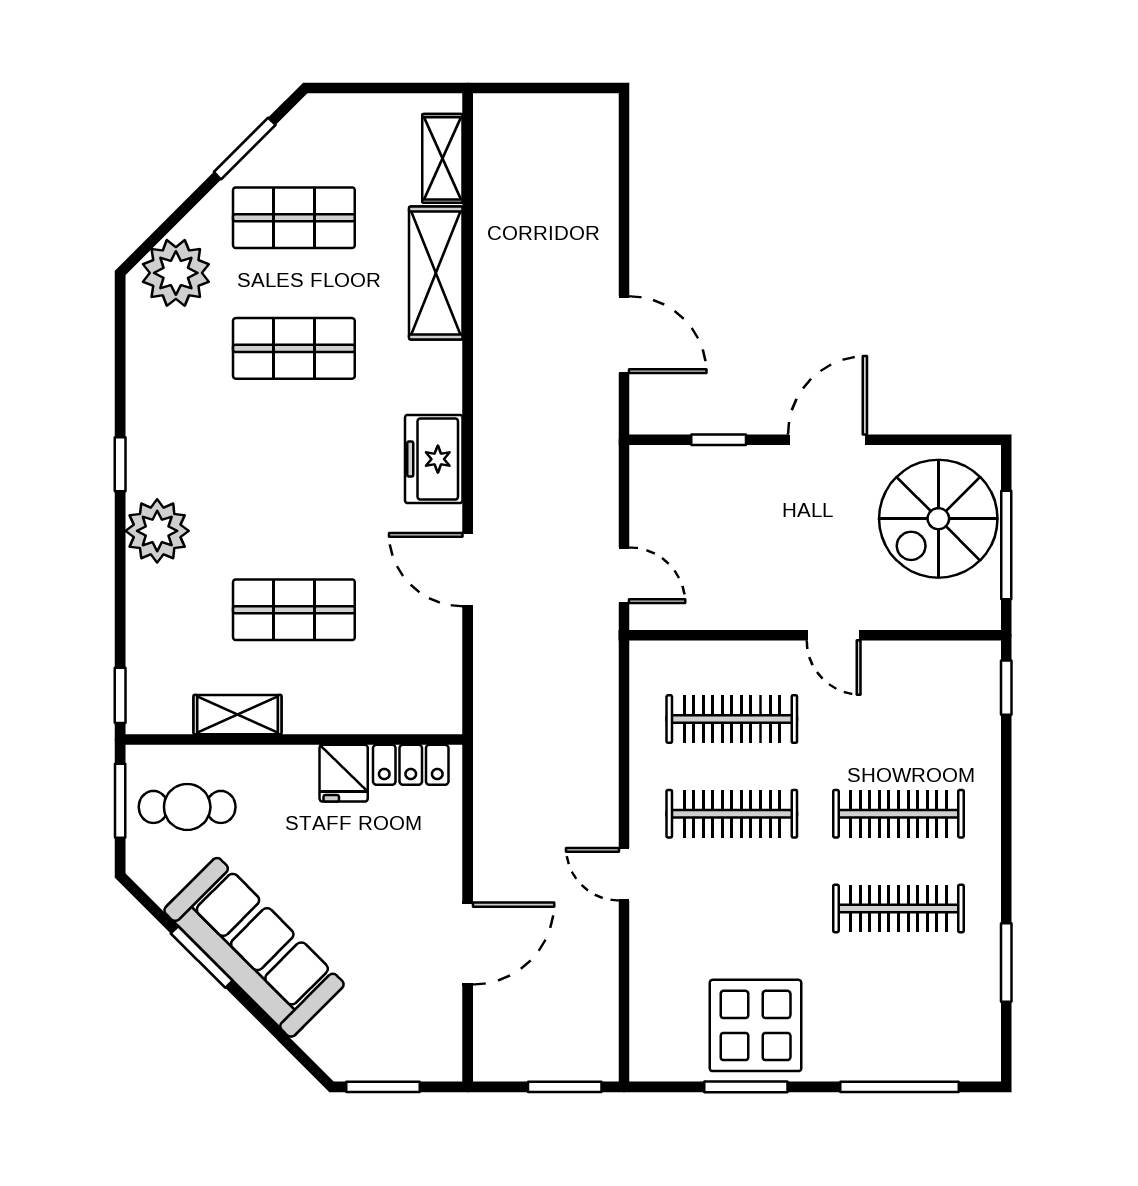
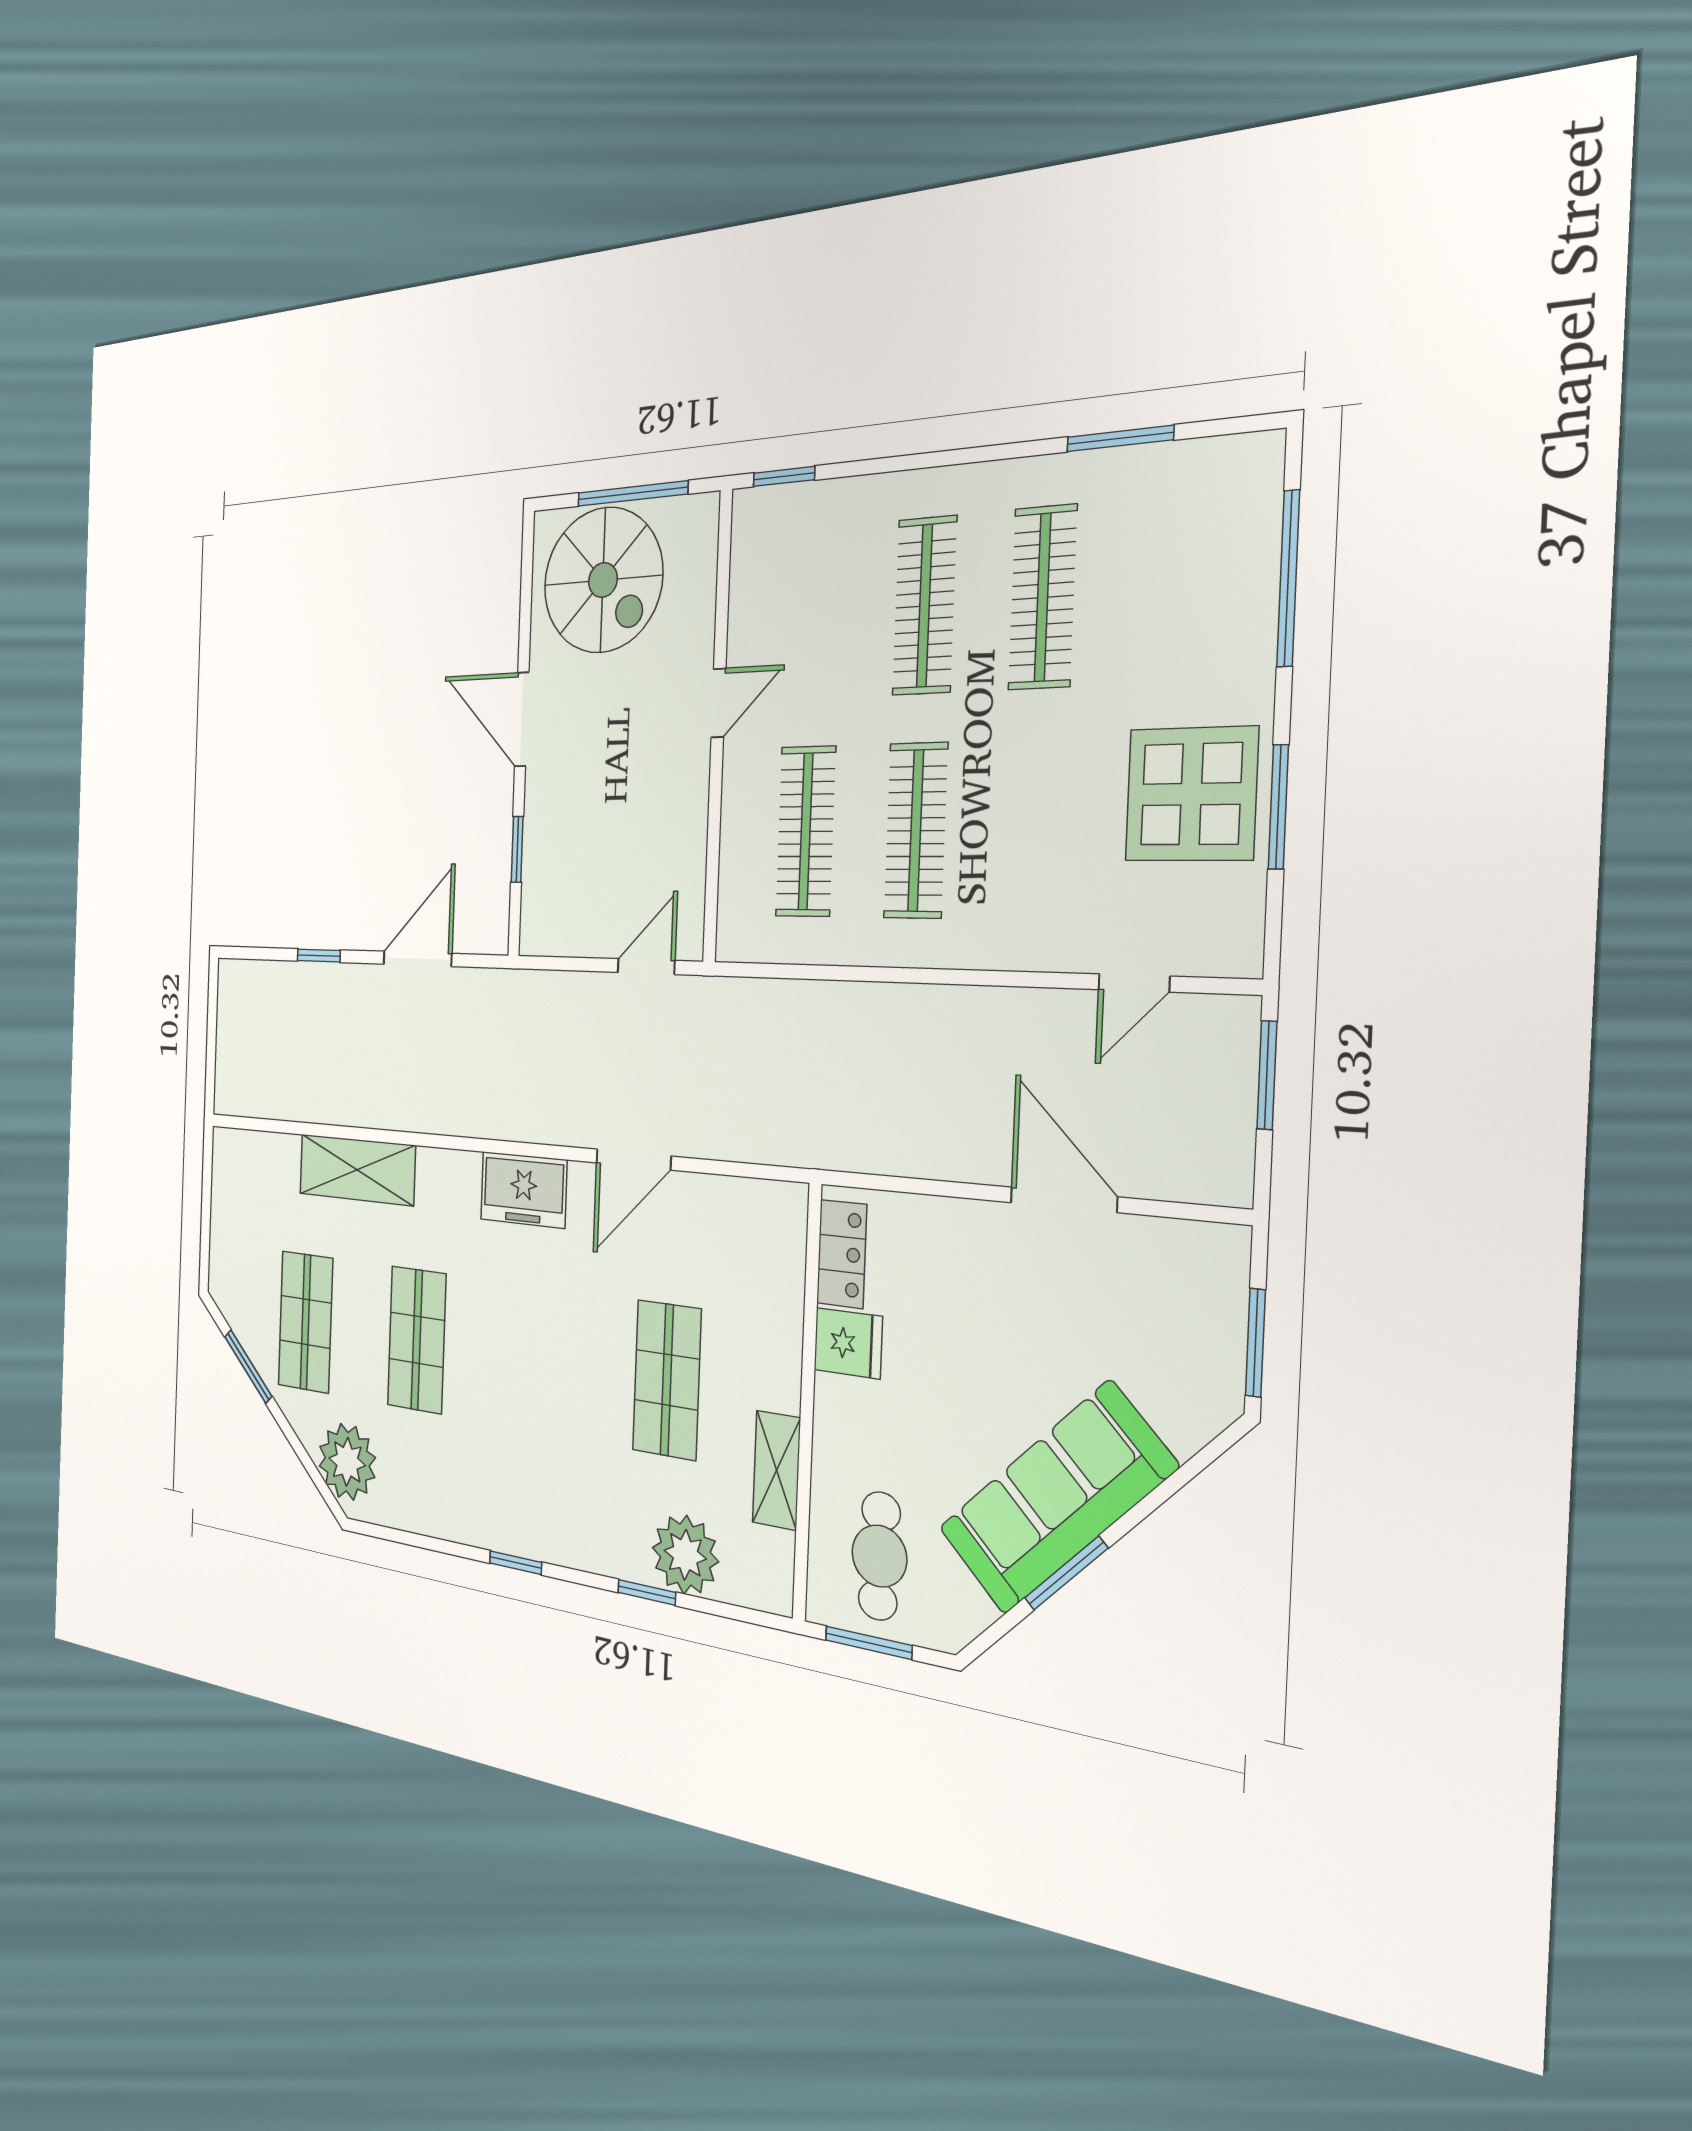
shelving: (442, 158) -> (263, 1152), removed
window: (624, 219) -> (319, 955), added
plant: (157, 531) -> (685, 1555), moved
window: (120, 695) -> (647, 1592), moved
door: (624, 874) -> (1134, 983), moved

